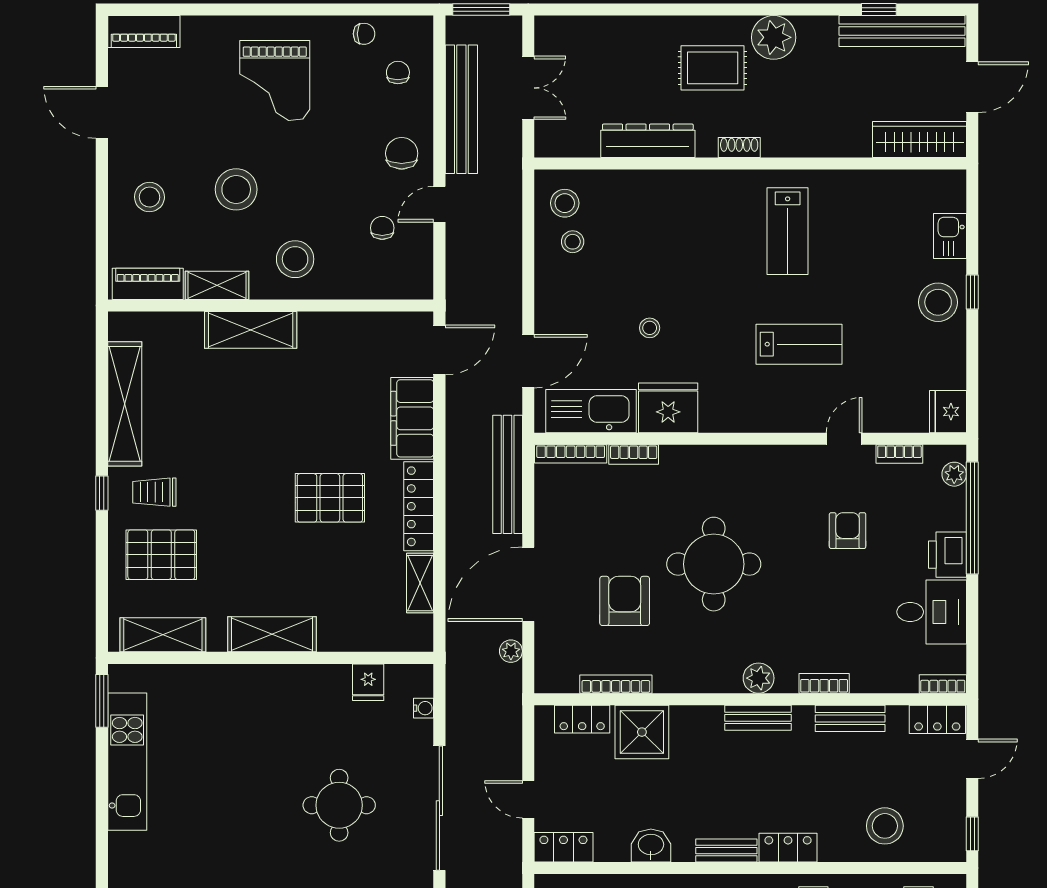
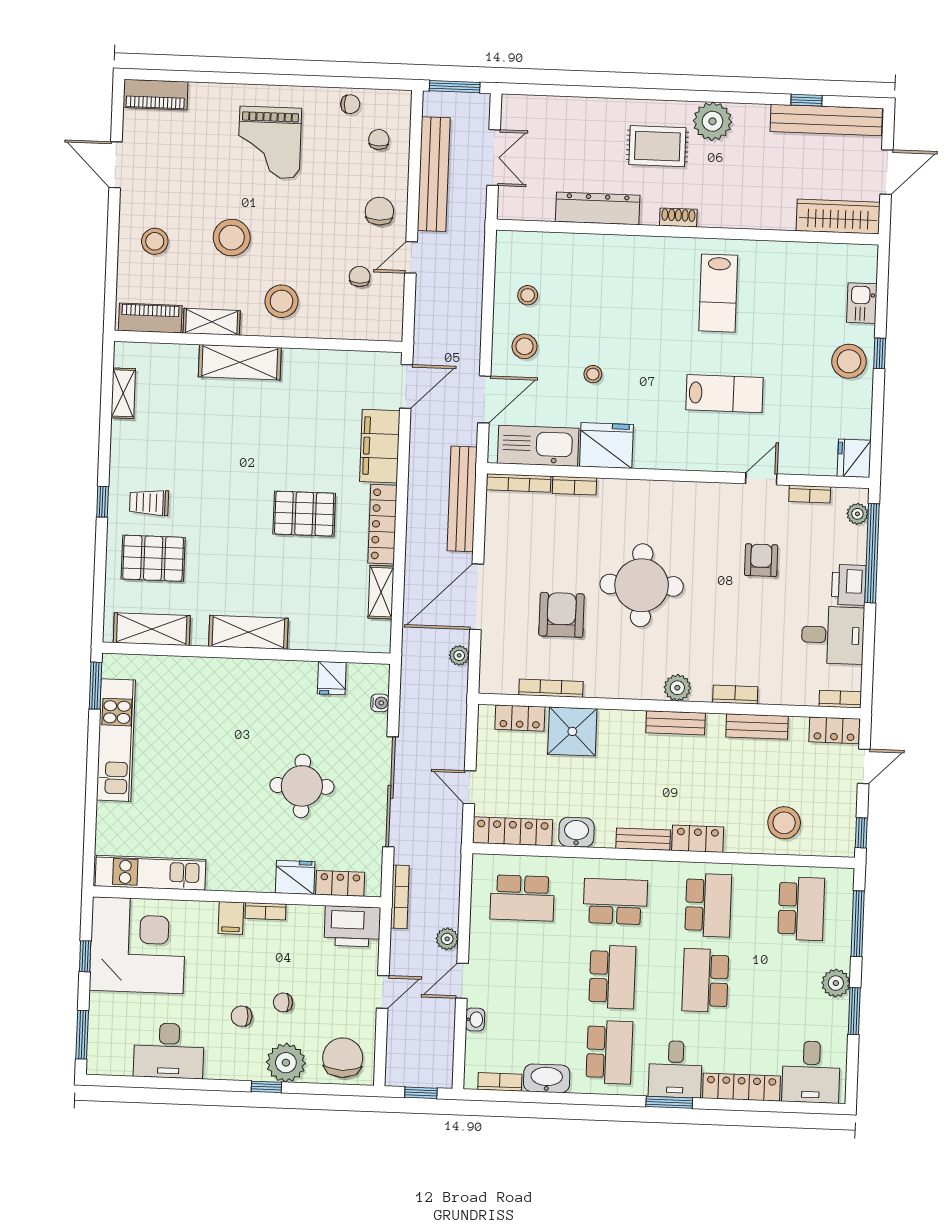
stool: (565, 203) -> (525, 346), moved
shelving: (125, 404) -> (123, 393), width x0.45, depth x0.75
locker: (563, 847) -> (513, 831), width x1.53

